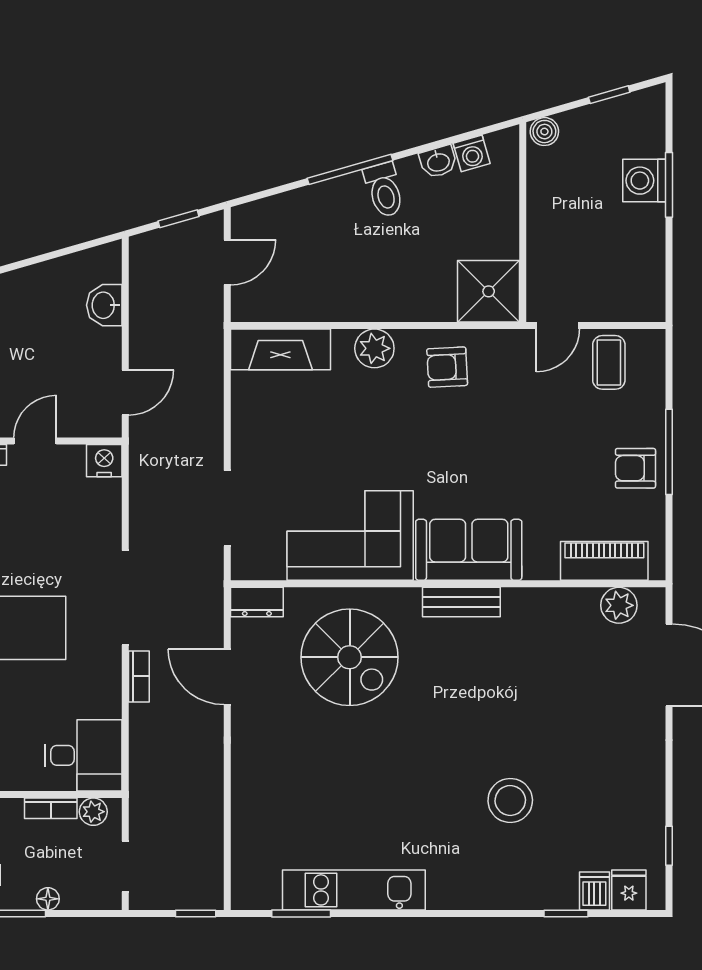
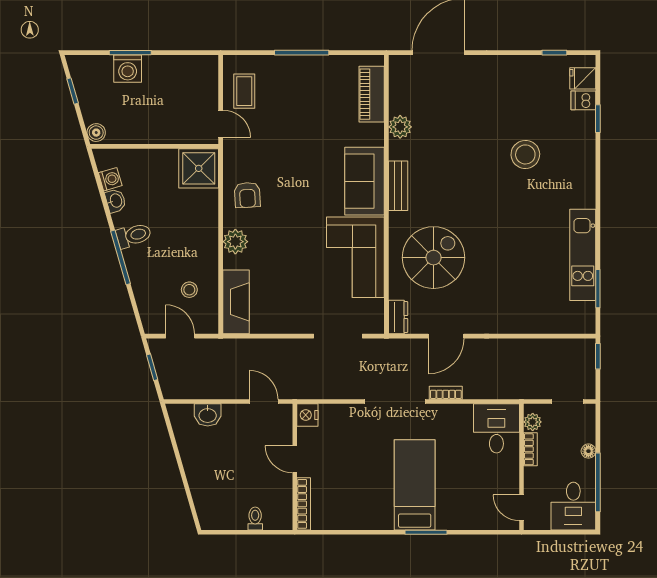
stool: (299, 277) -> (189, 290), added
coffee table: (609, 362) -> (244, 91), turned 90
armchair: (635, 468) -> (312, 74), removed
plant: (619, 605) -> (400, 127), moved

